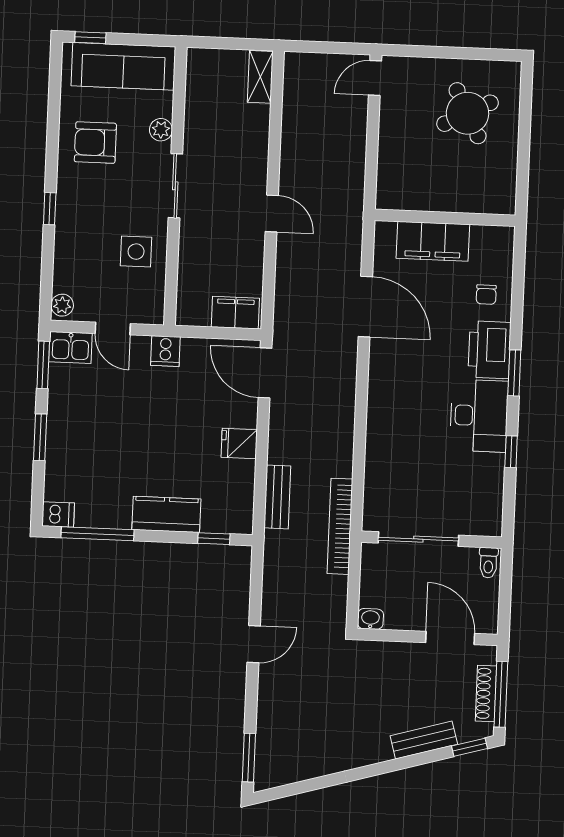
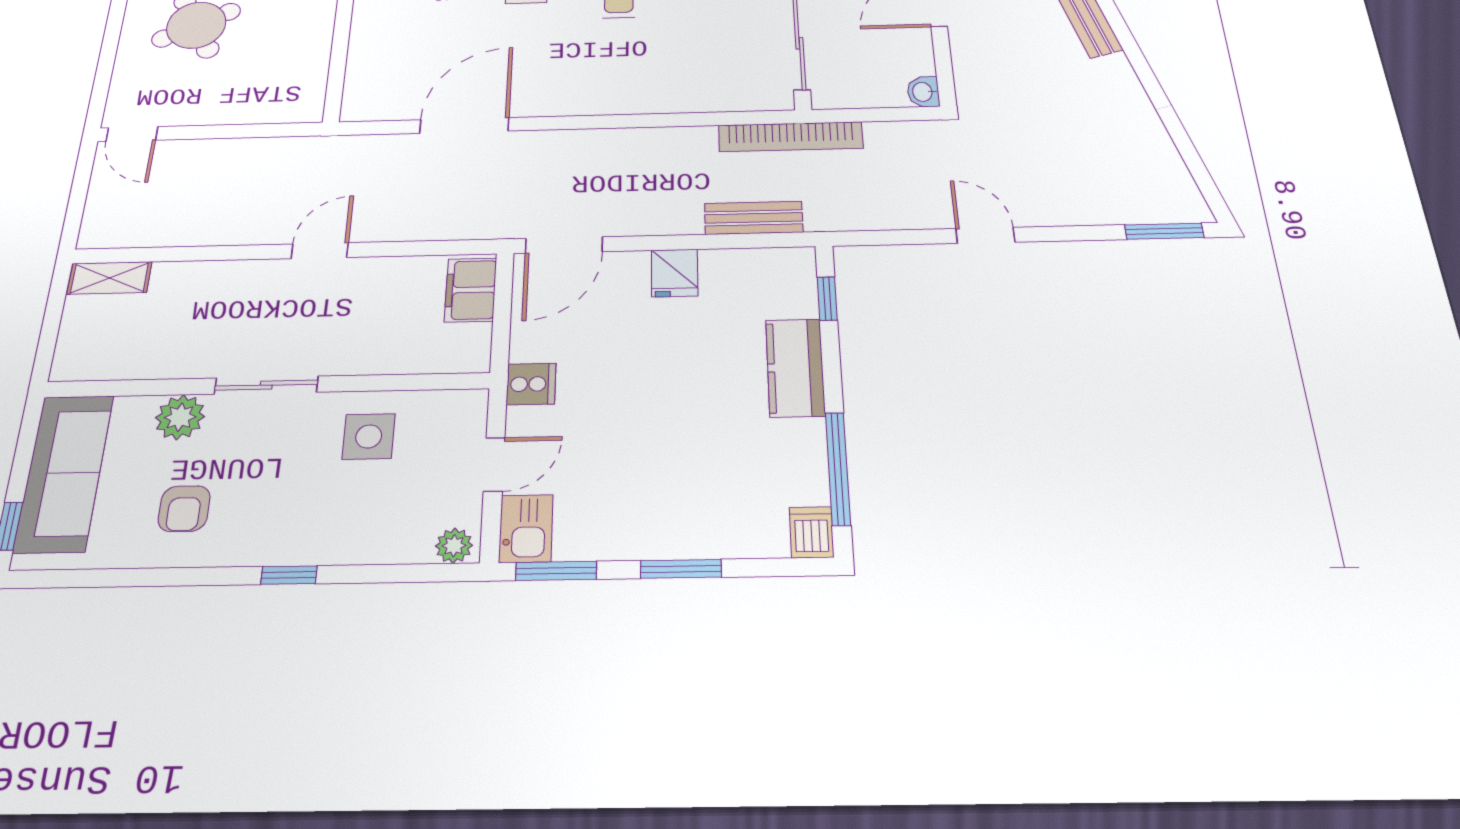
plant: (161, 130) -> (180, 417), width x1.38, depth x1.38
armchair: (95, 143) -> (184, 509), width x0.72, depth x0.72
filing cabinet: (433, 241) -> (373, 53), removed

